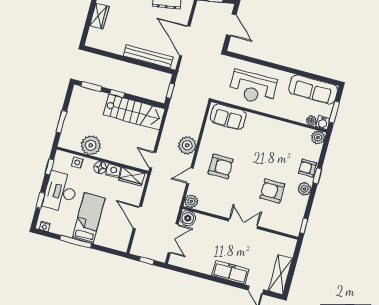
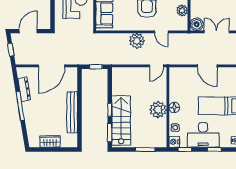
bench: (148, 56) -> (72, 112), moved
stairs: (134, 112) -> (121, 120), moved
plant: (91, 145) -> (158, 110), moved
nightstand: (113, 171) -> (174, 142), moved
wardrobe: (132, 177) -> (175, 80), removed
plant: (191, 201) -> (182, 10), moved
door: (137, 217) -> (207, 66), hinge flipped

